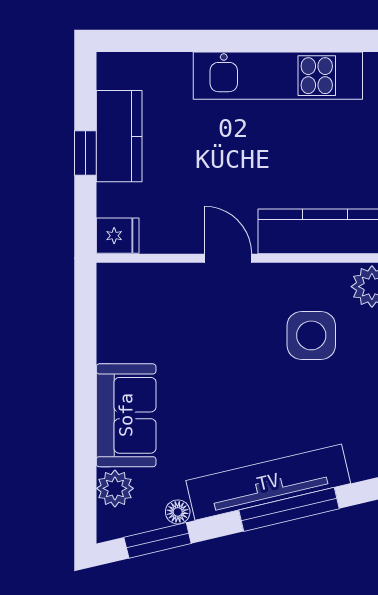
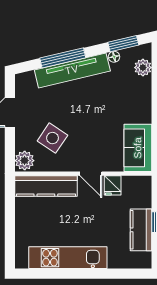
fridge: (118, 236) -> (113, 185), moved, turned -90
side table: (311, 335) -> (52, 138), turned 34
sofa: (126, 415) -> (138, 148), moved

